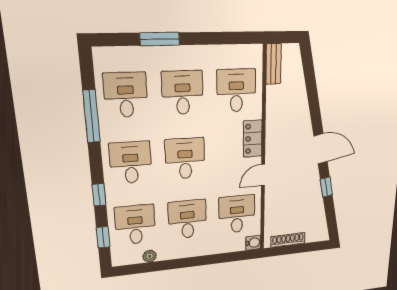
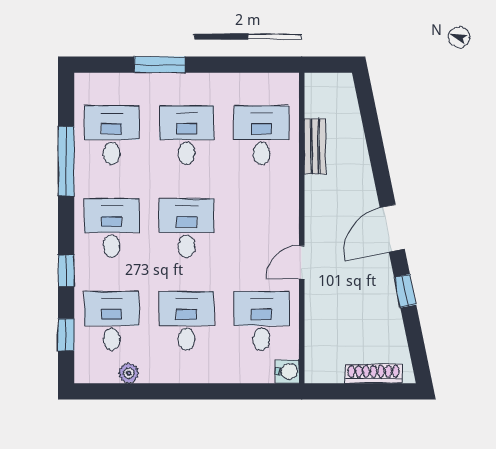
bench: (273, 64) -> (315, 146), moved
locker: (253, 139) -> (285, 206), removed
door: (321, 149) -> (392, 228), swing flipped
shoe rack: (288, 240) -> (374, 374), moved

